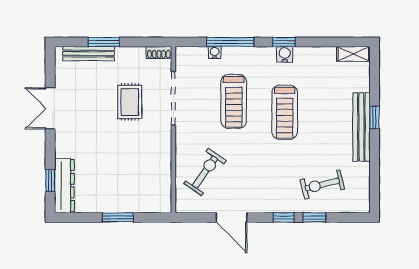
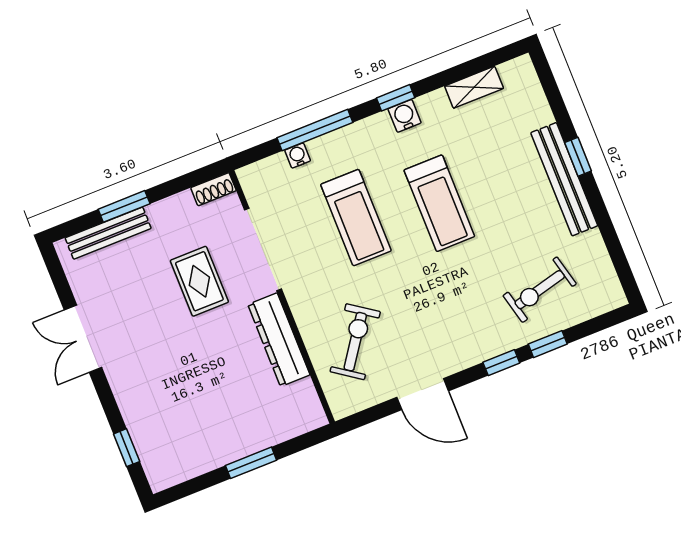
shelving: (353, 54) -> (474, 87), moved
dresser: (64, 186) -> (279, 340), moved, turned 180

